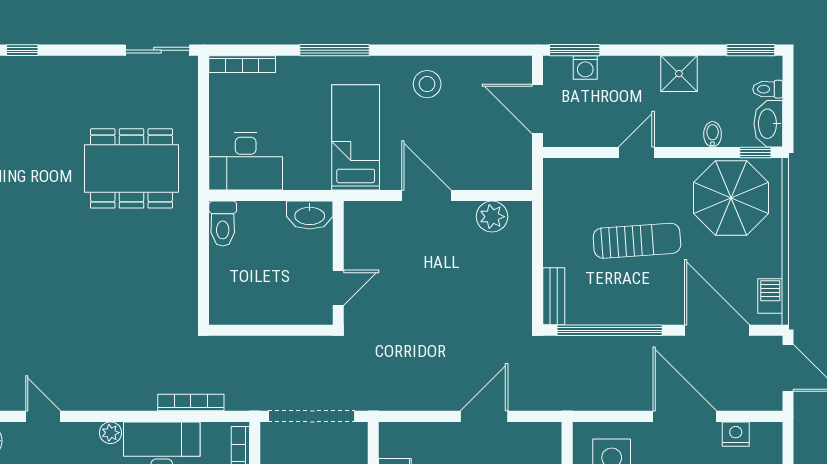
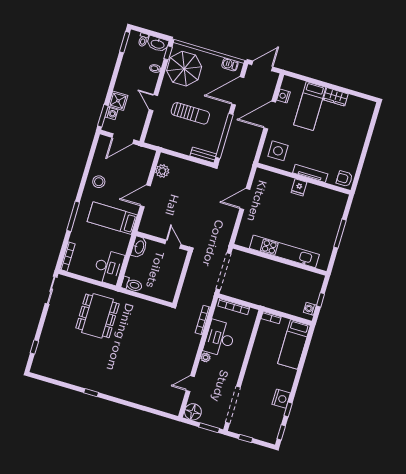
shower: (679, 74) -> (118, 101), moved
sun lounger: (637, 241) -> (190, 113), turned 94
door: (484, 416) -> (245, 199), hinge flipped

